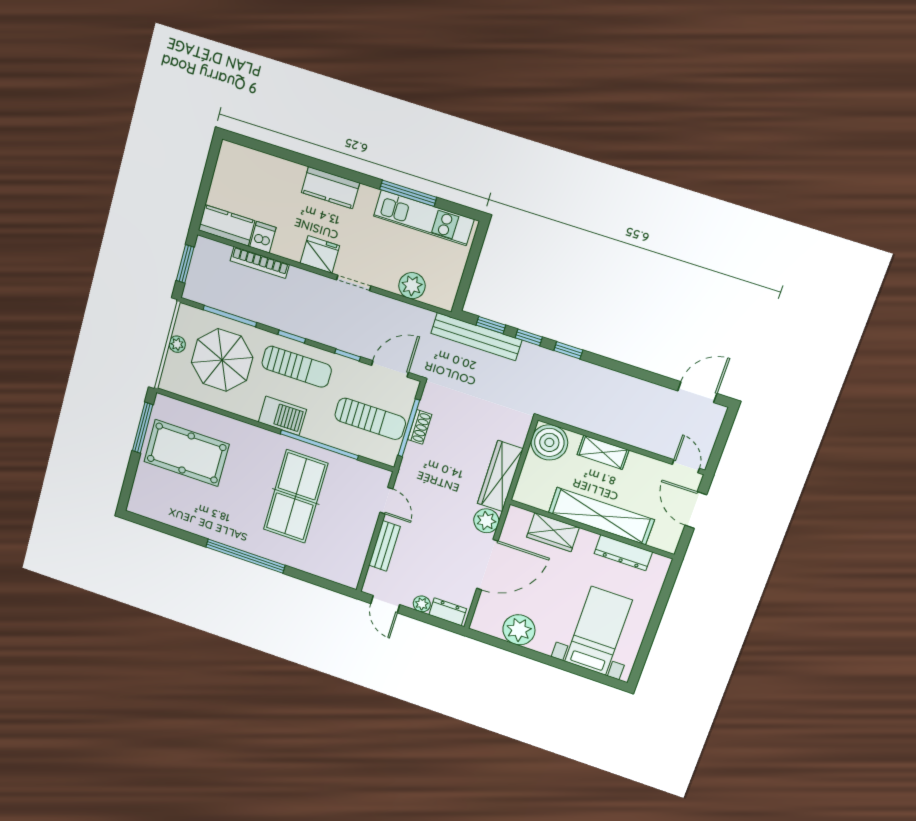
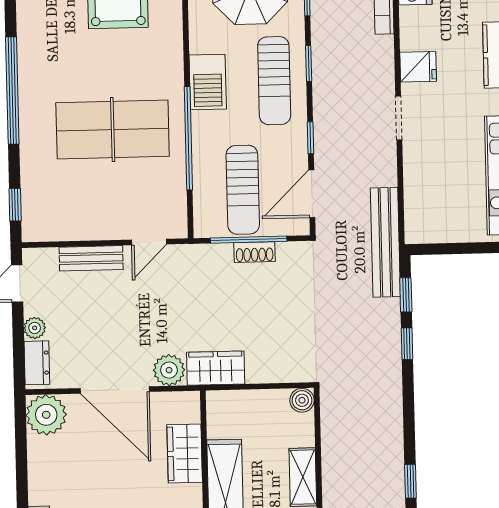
fridge: (320, 254) -> (418, 67), width x0.72
plant: (412, 286) -> (419, 187), removed
bench: (476, 337) -> (385, 242), moved
window: (568, 350) -> (410, 481), moved
door: (390, 369) -> (312, 194), swing flipped
boiler: (549, 442) -> (302, 400), width x0.54, depth x0.54
wardrobe: (500, 476) -> (216, 368), width x0.67
window: (328, 584) -> (15, 205), added
plant: (519, 630) -> (46, 415), moved

